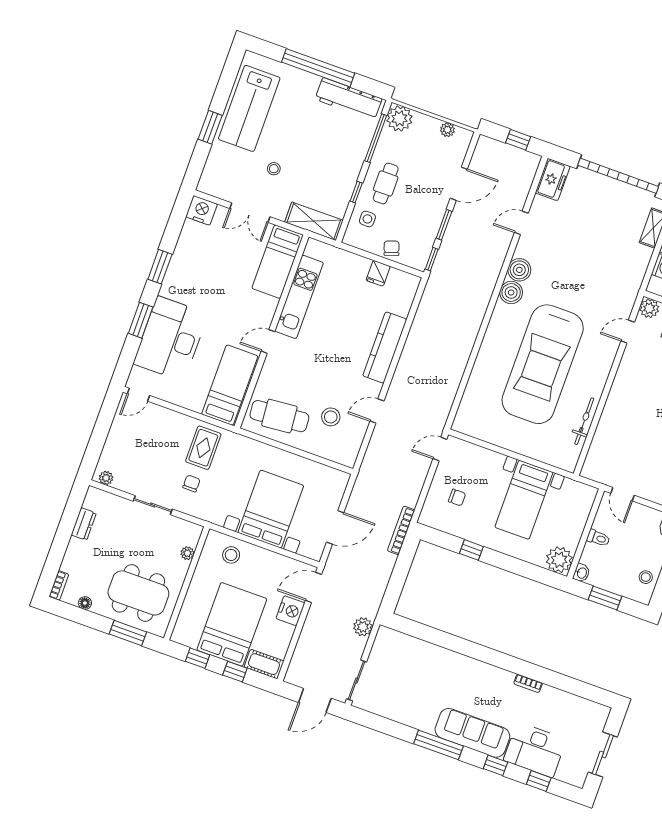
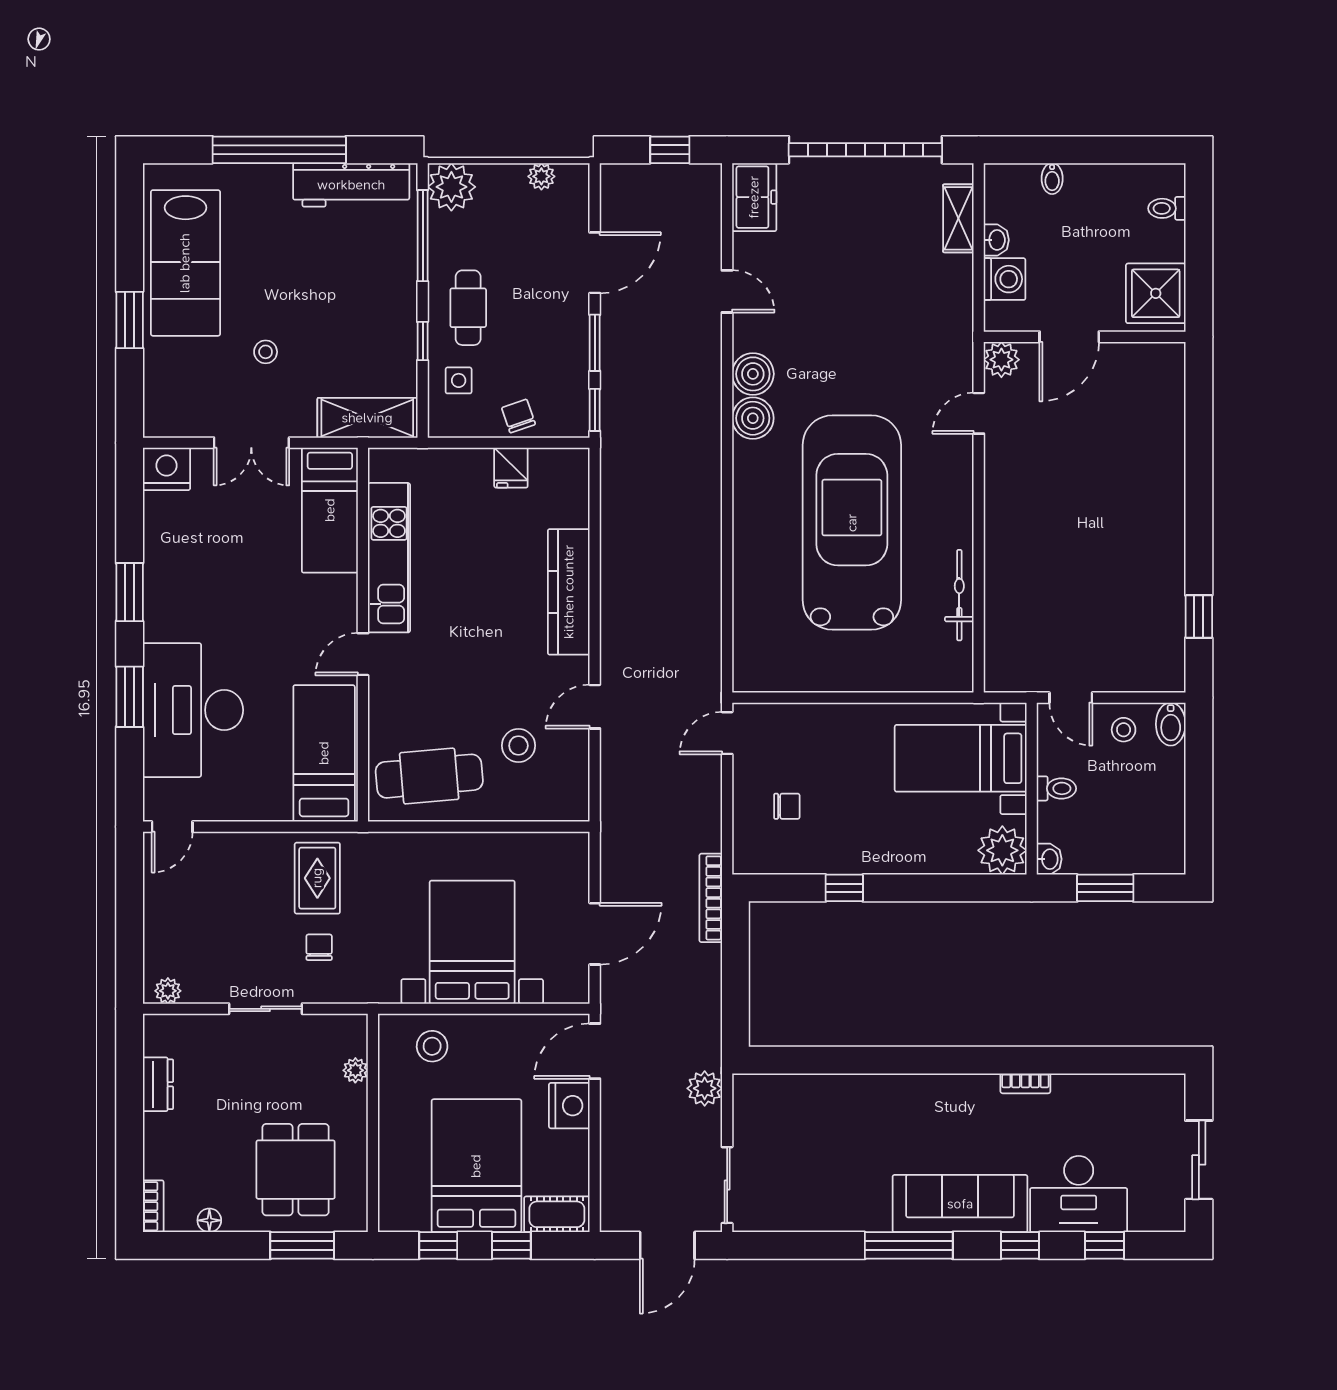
door: (521, 223) -> (727, 291), swing flipped
car: (543, 364) -> (852, 523), turned 180
bed with nightstands: (524, 500) -> (961, 758), moved, turned 90
stool: (646, 577) -> (1124, 730), moved
dining table: (138, 593) -> (296, 1170), width x0.73

